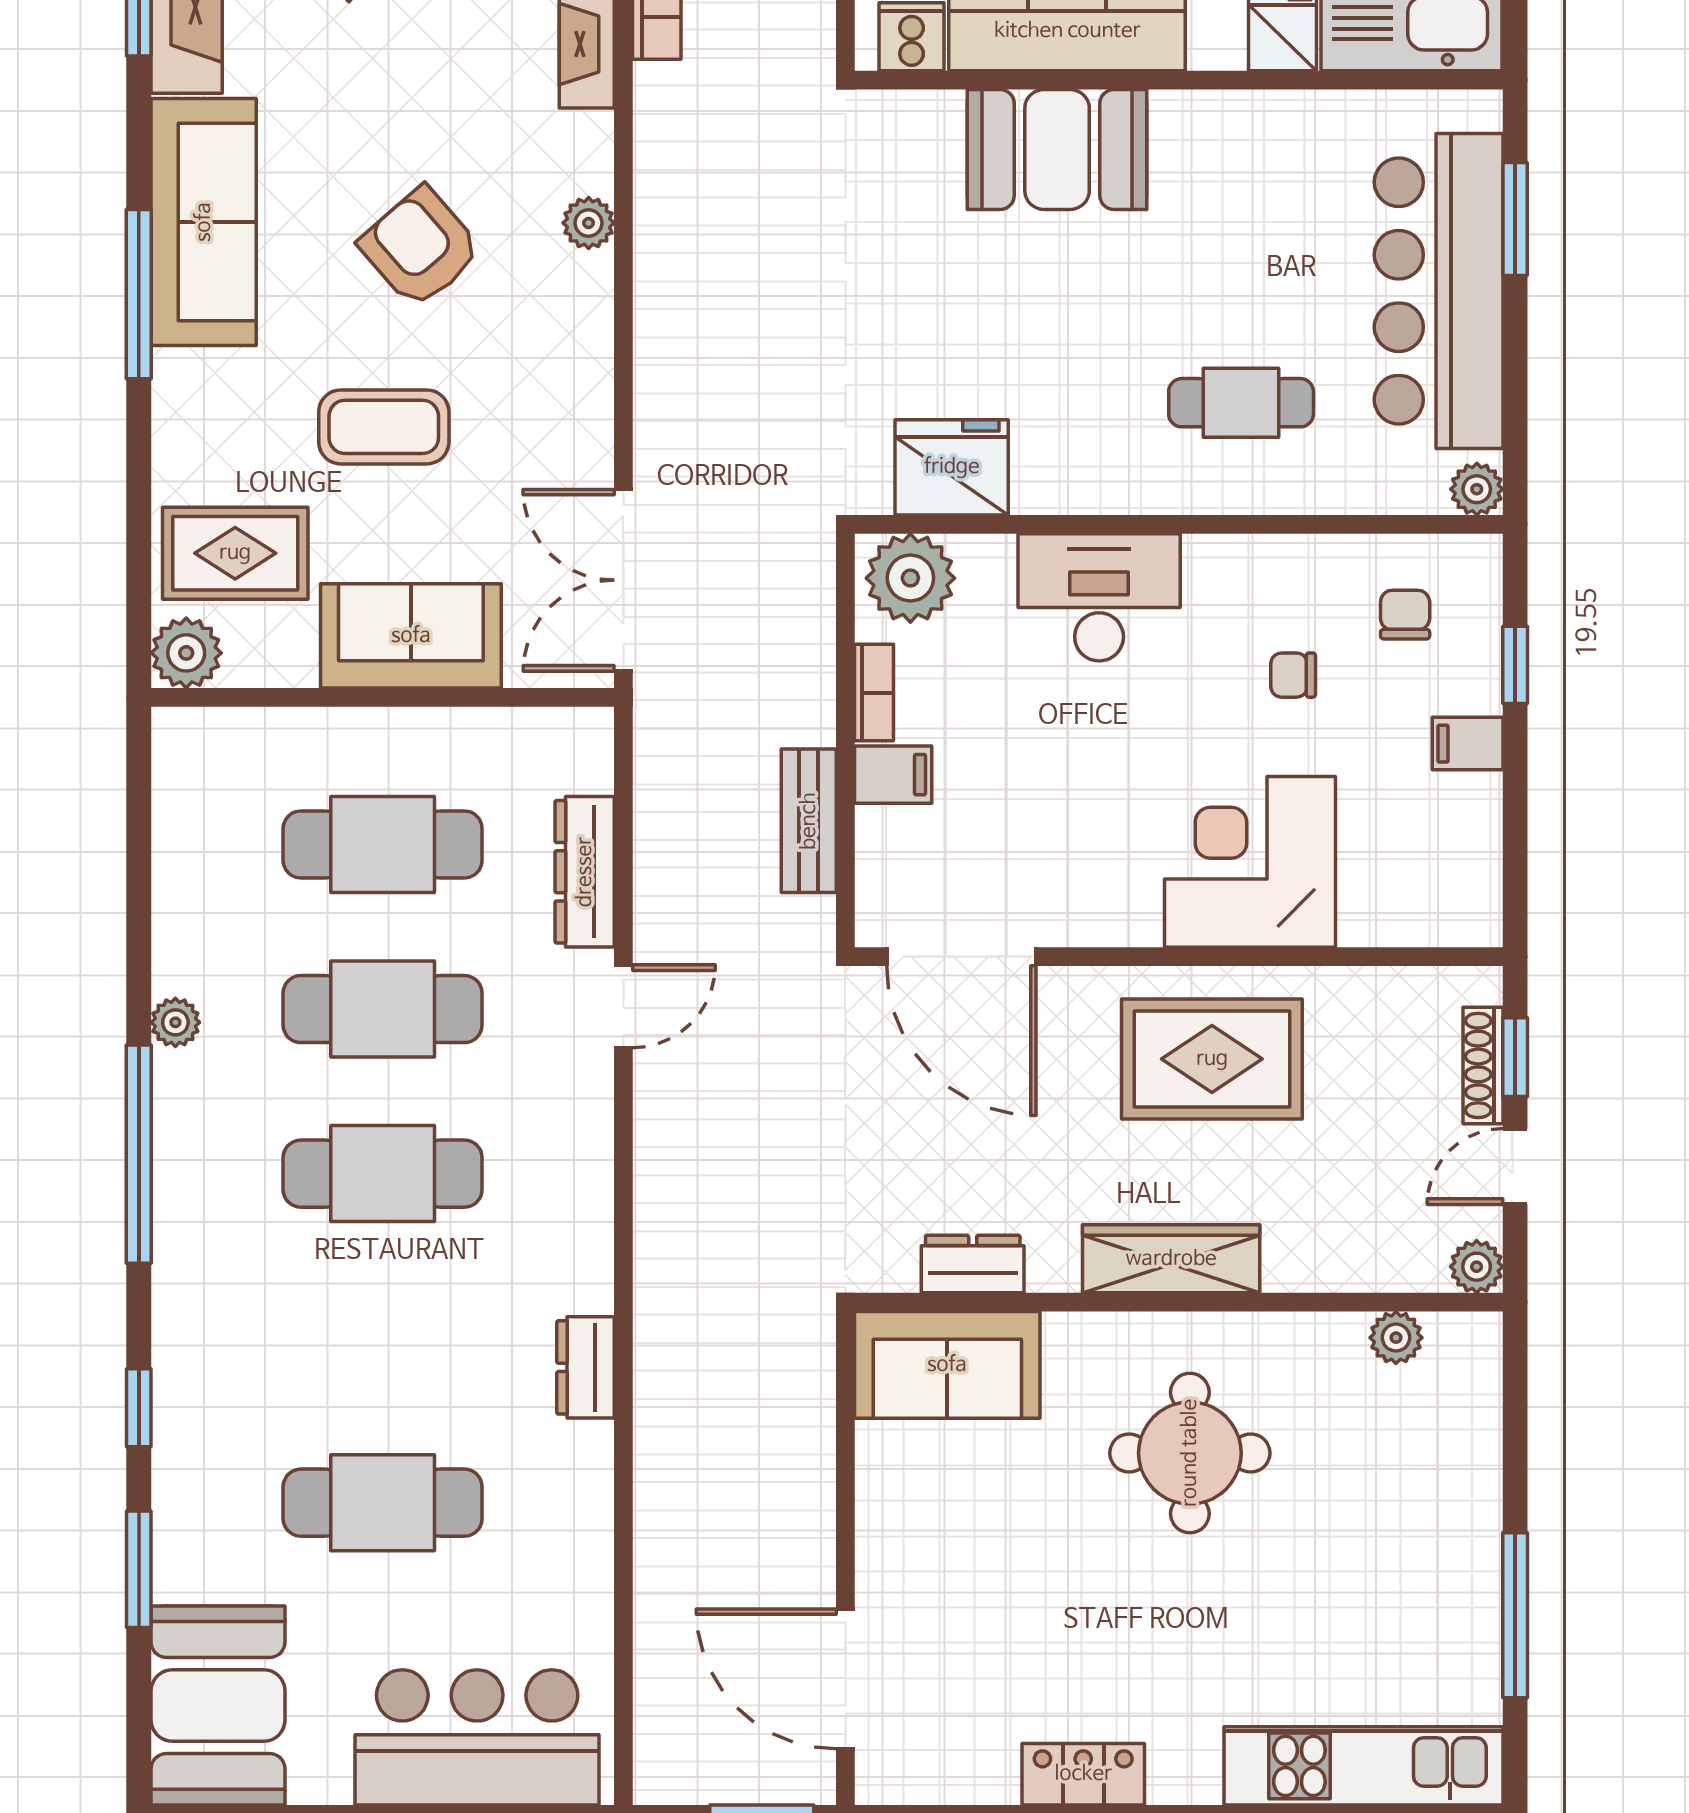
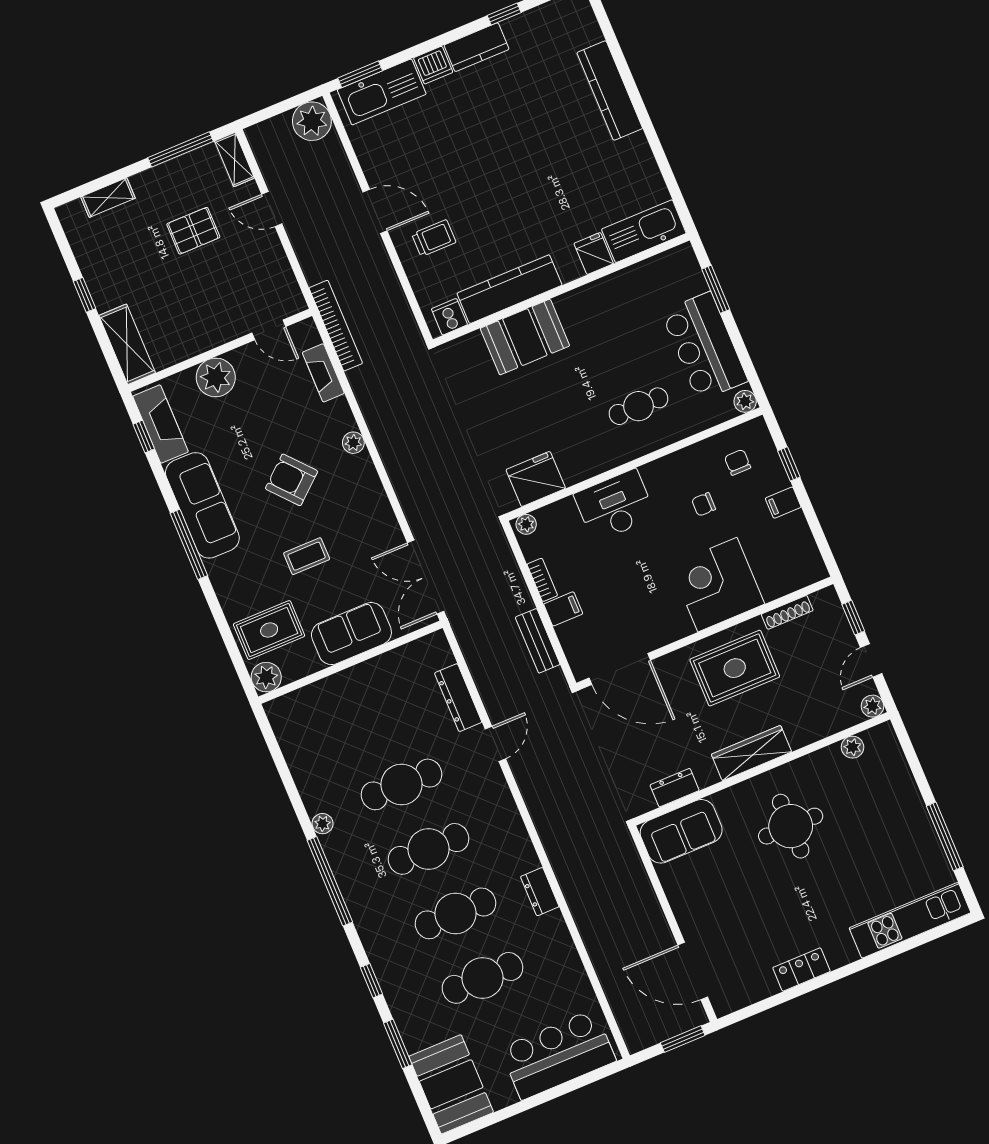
bar counter: (1439, 291) -> (705, 346), width x0.73
coffee table: (384, 427) -> (307, 556), width x0.73, depth x0.77
plant: (910, 578) -> (526, 524), width x0.53, depth x0.53
cafe table: (383, 844) -> (455, 913), moved
shoe rack: (1483, 1065) -> (787, 612), moved, turned -90

